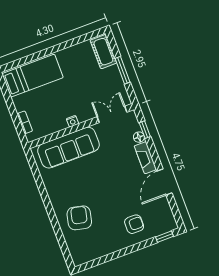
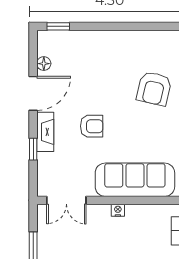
window: (145, 130) -> (33, 149), moved
floor lamp: (139, 137) -> (44, 64), moved
armchair: (134, 224) -> (92, 126), moved, turned 180

